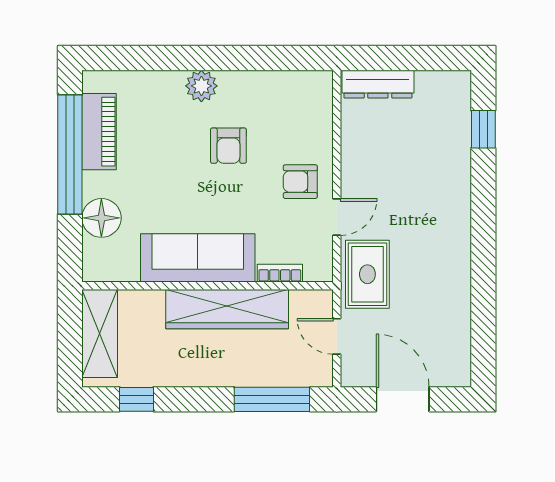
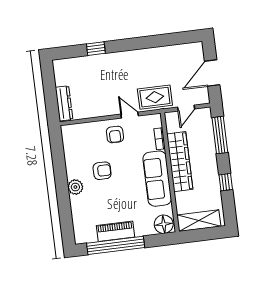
window: (483, 129) -> (96, 49), moved
piano: (99, 132) -> (115, 231), moved
floor lamp: (101, 218) -> (164, 224), moved
window: (137, 399) -> (226, 182), moved

